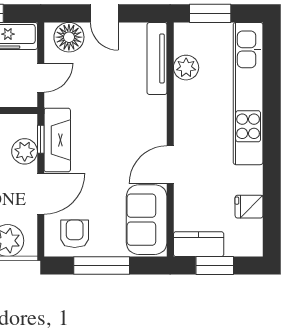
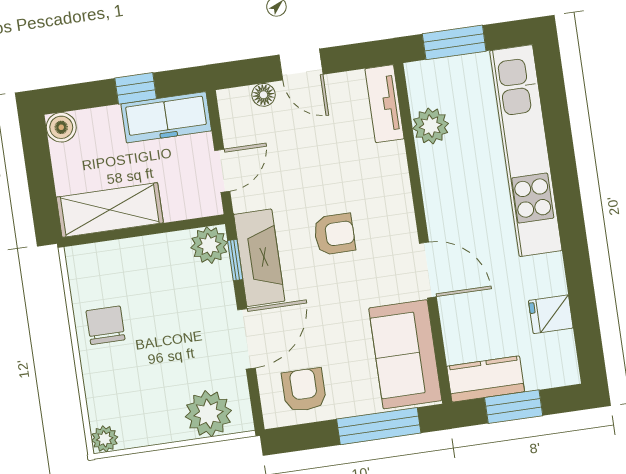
floor lamp: (69, 37) -> (264, 95), width x0.53, depth x0.53
tv unit: (157, 59) -> (385, 104), width x0.71
armchair: (110, 131) -> (334, 234), added
plant: (25, 151) -> (209, 245), moved
door: (170, 165) -> (428, 270), swing flipped
window: (102, 266) -> (379, 426), moved

